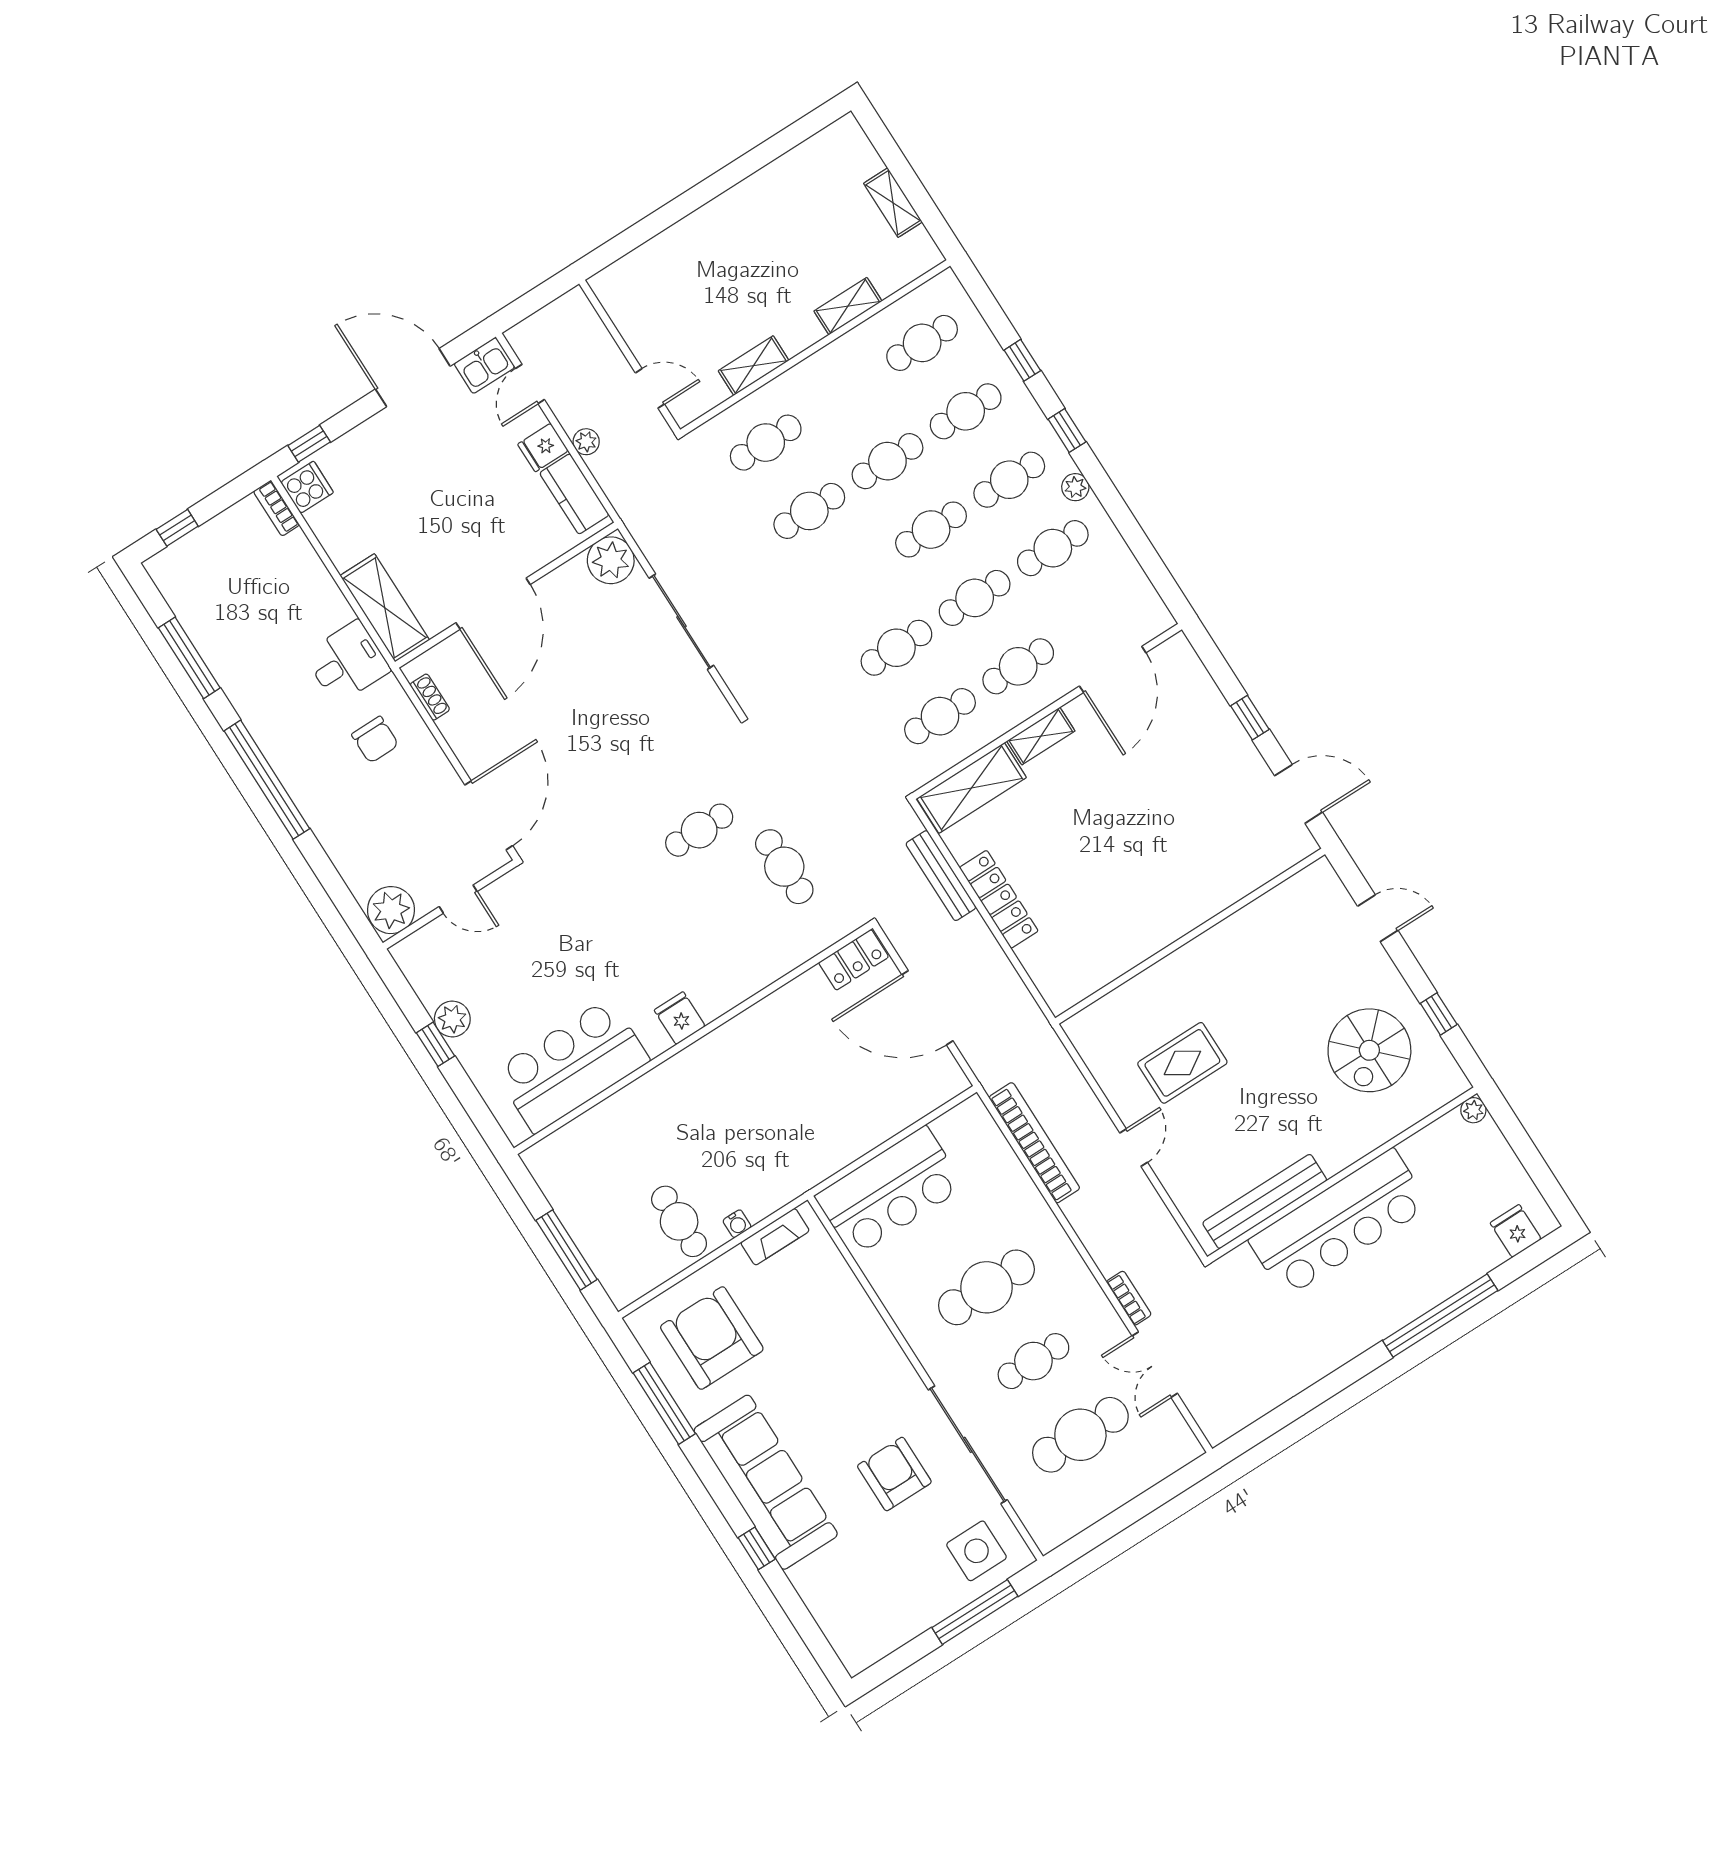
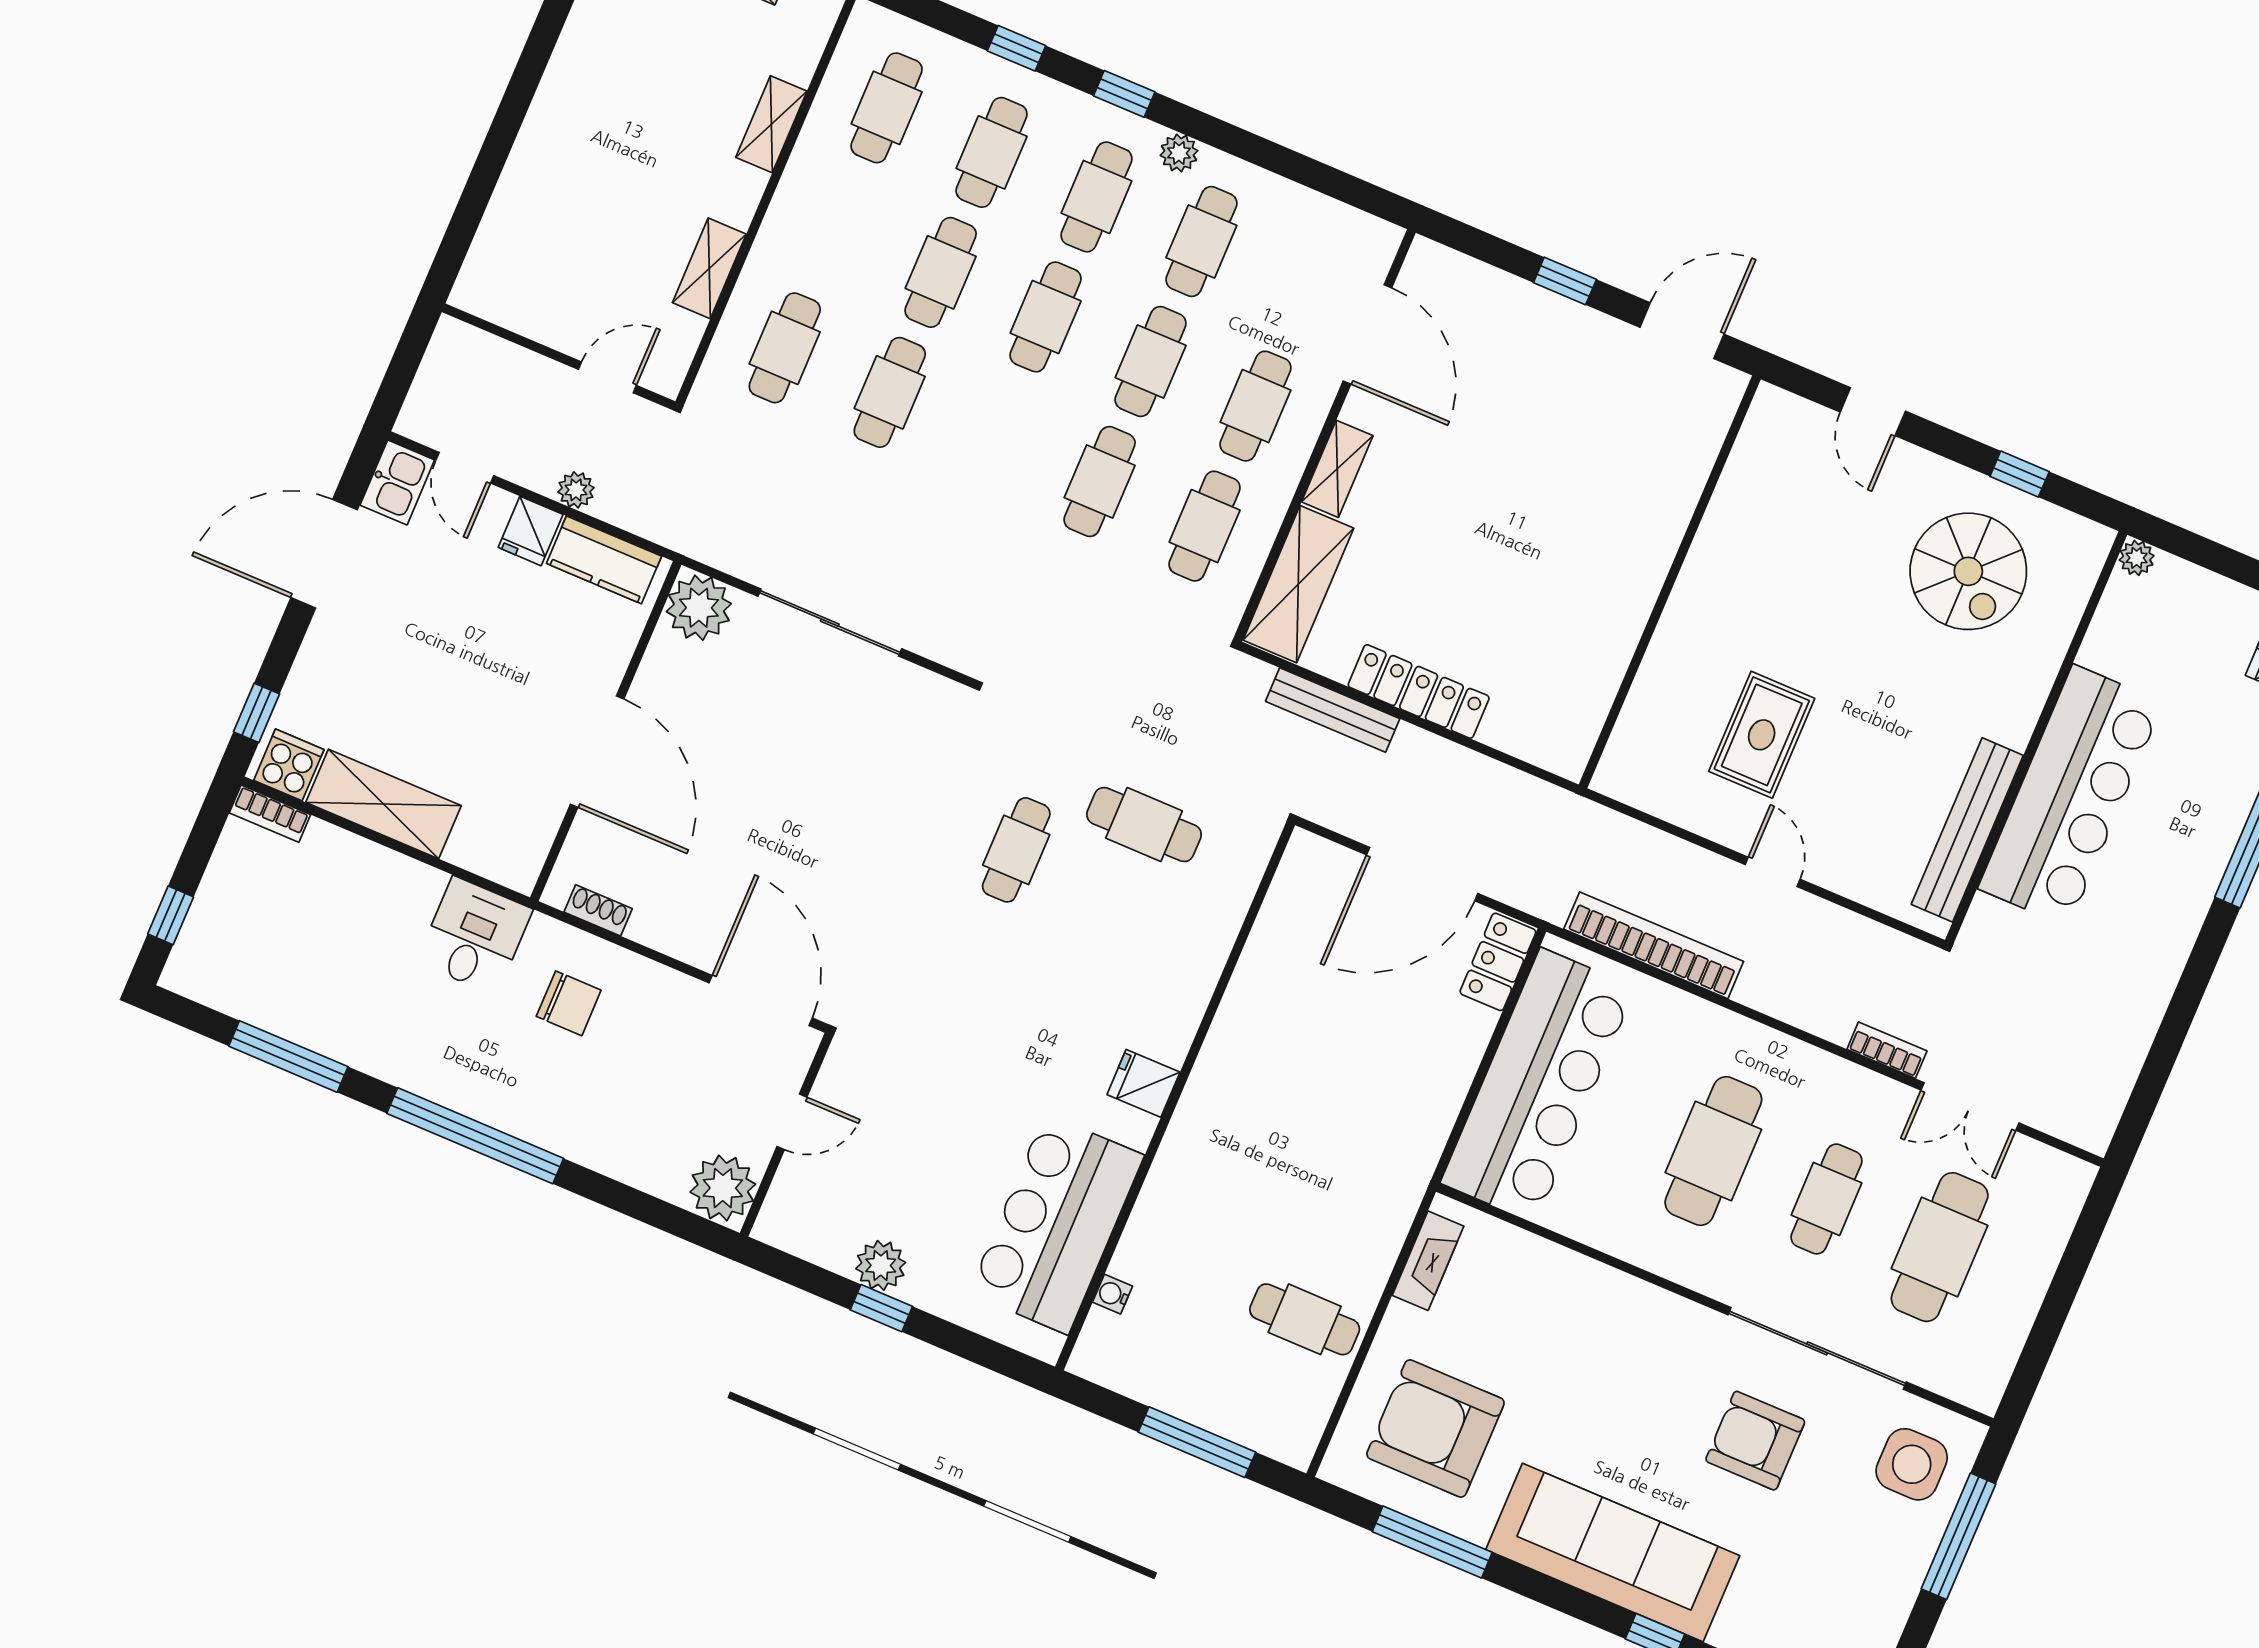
shelving: (385, 608) -> (383, 804), moved
door: (1378, 918) -> (1873, 412), swing flipped
locker: (854, 960) -> (1498, 962), moved, turned 180
bar counter: (890, 1191) -> (1538, 1085), width x1.36
water cooler: (737, 1224) -> (1113, 1294), moved, turned 180

